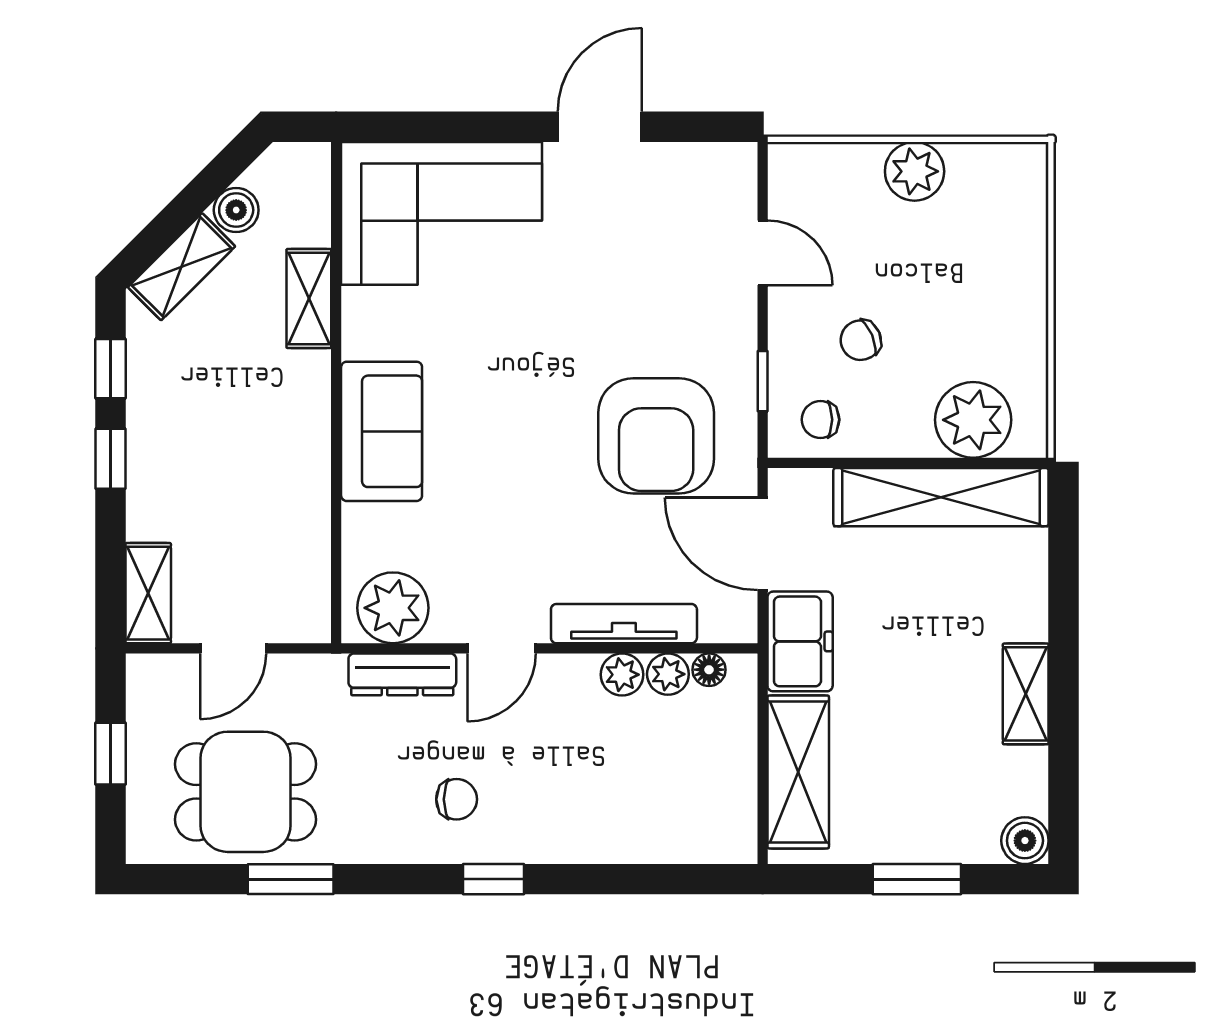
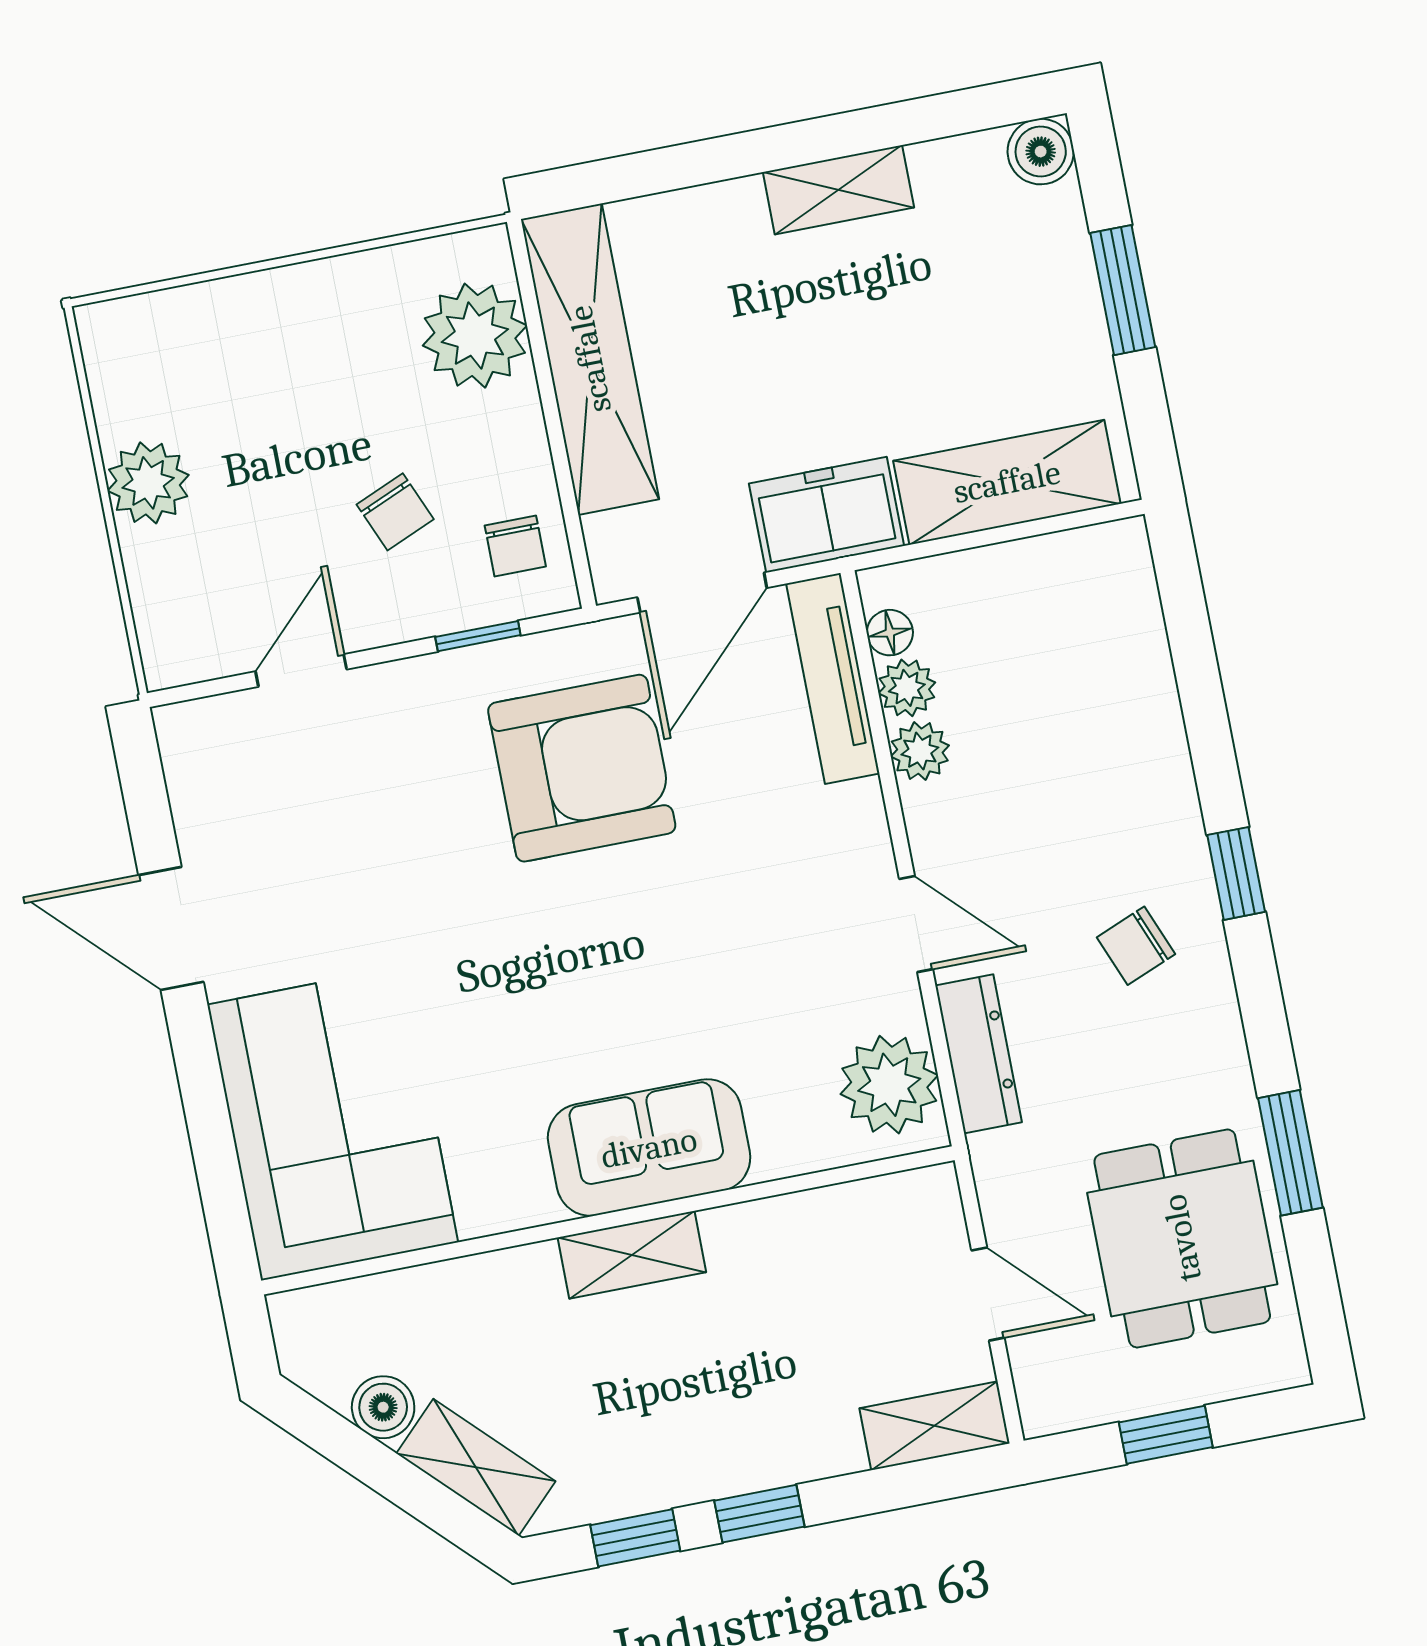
shelving: (309, 298) -> (632, 1255), moved
tv unit: (624, 624) -> (833, 679), moved
chair: (457, 799) -> (1136, 946), turned -112

